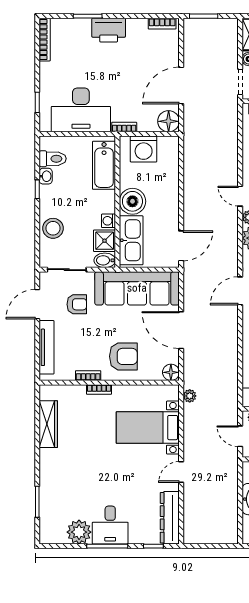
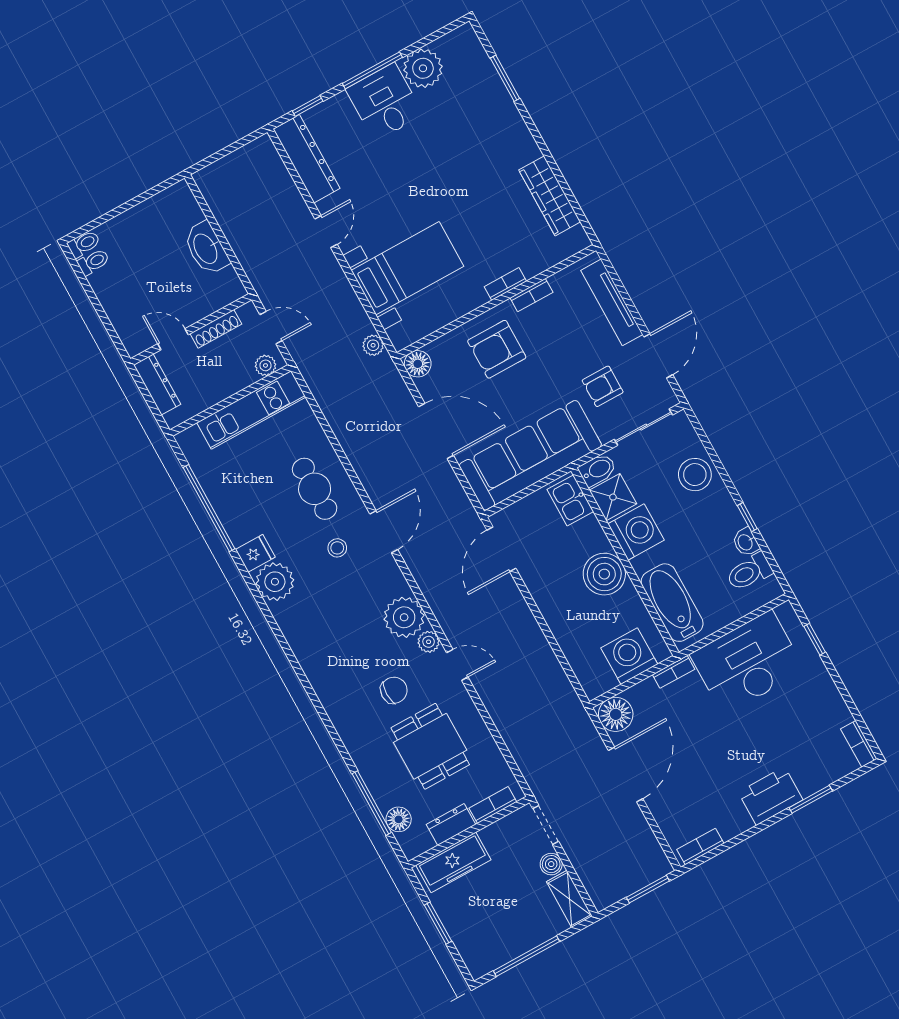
bookcase: (45, 40) -> (859, 744), width x0.64
washing machine: (109, 221) -> (636, 532), width x1.89, depth x1.89
kitchen sink: (131, 240) -> (570, 500), width x0.53, depth x0.81

